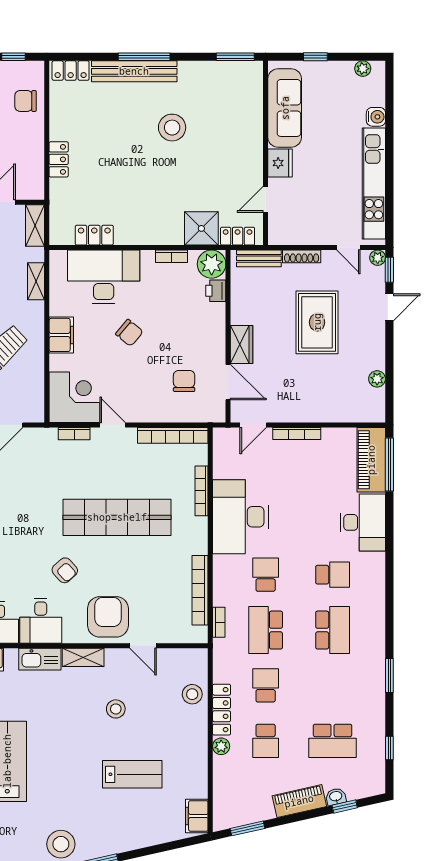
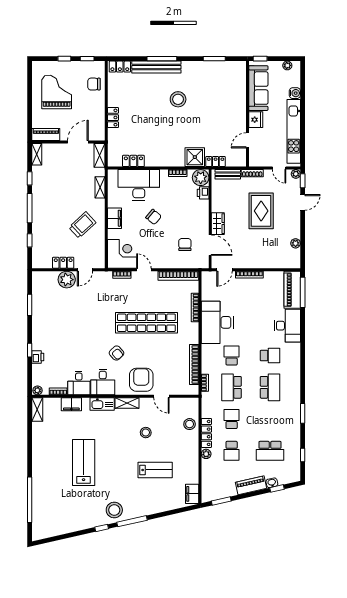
sofa: (285, 108) -> (258, 88), moved
wall: (266, 153) -> (247, 114), moved
fridge: (280, 163) -> (256, 120), moved
door: (266, 199) -> (247, 140), moved

